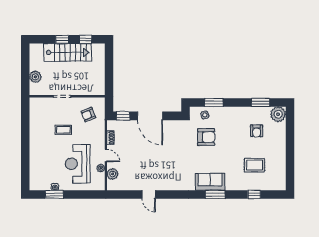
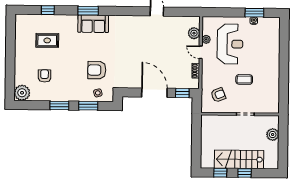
window: (261, 102) -> (59, 105), moved

